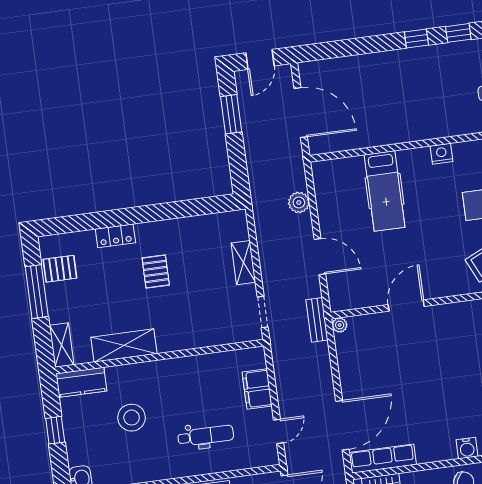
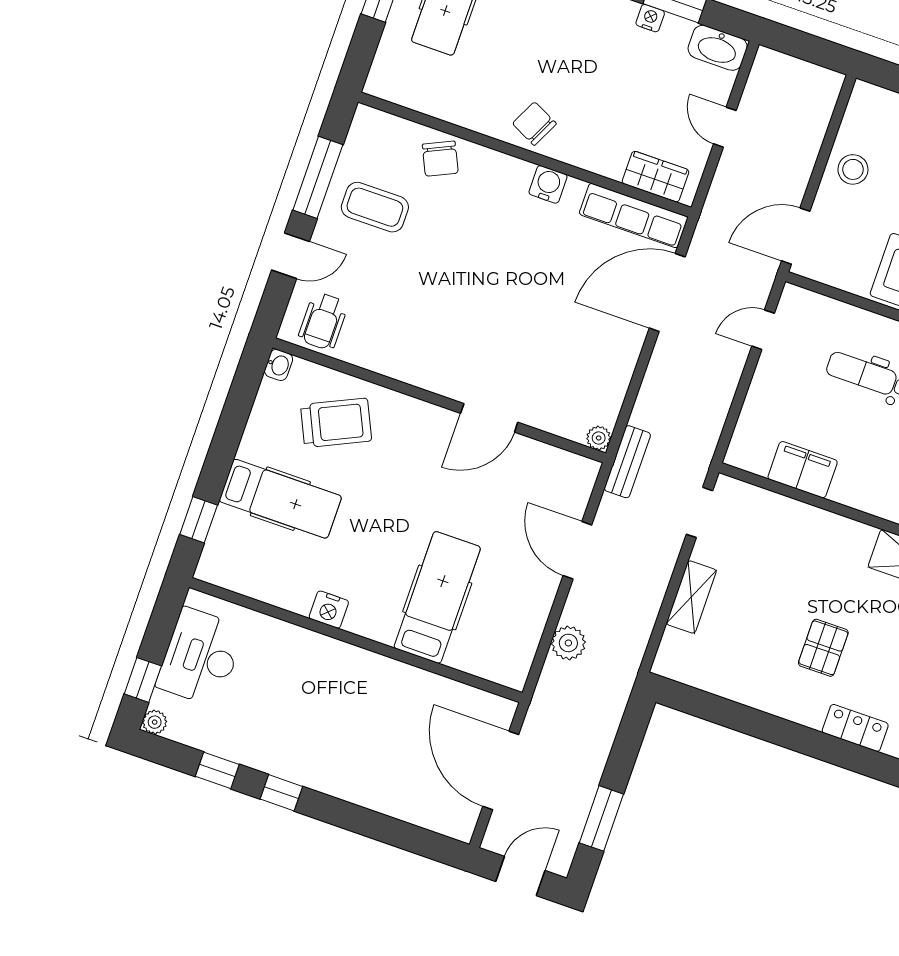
filing cabinet: (257, 389) -> (803, 470), moved, turned -90
water cooler: (467, 448) -> (548, 184), moved

